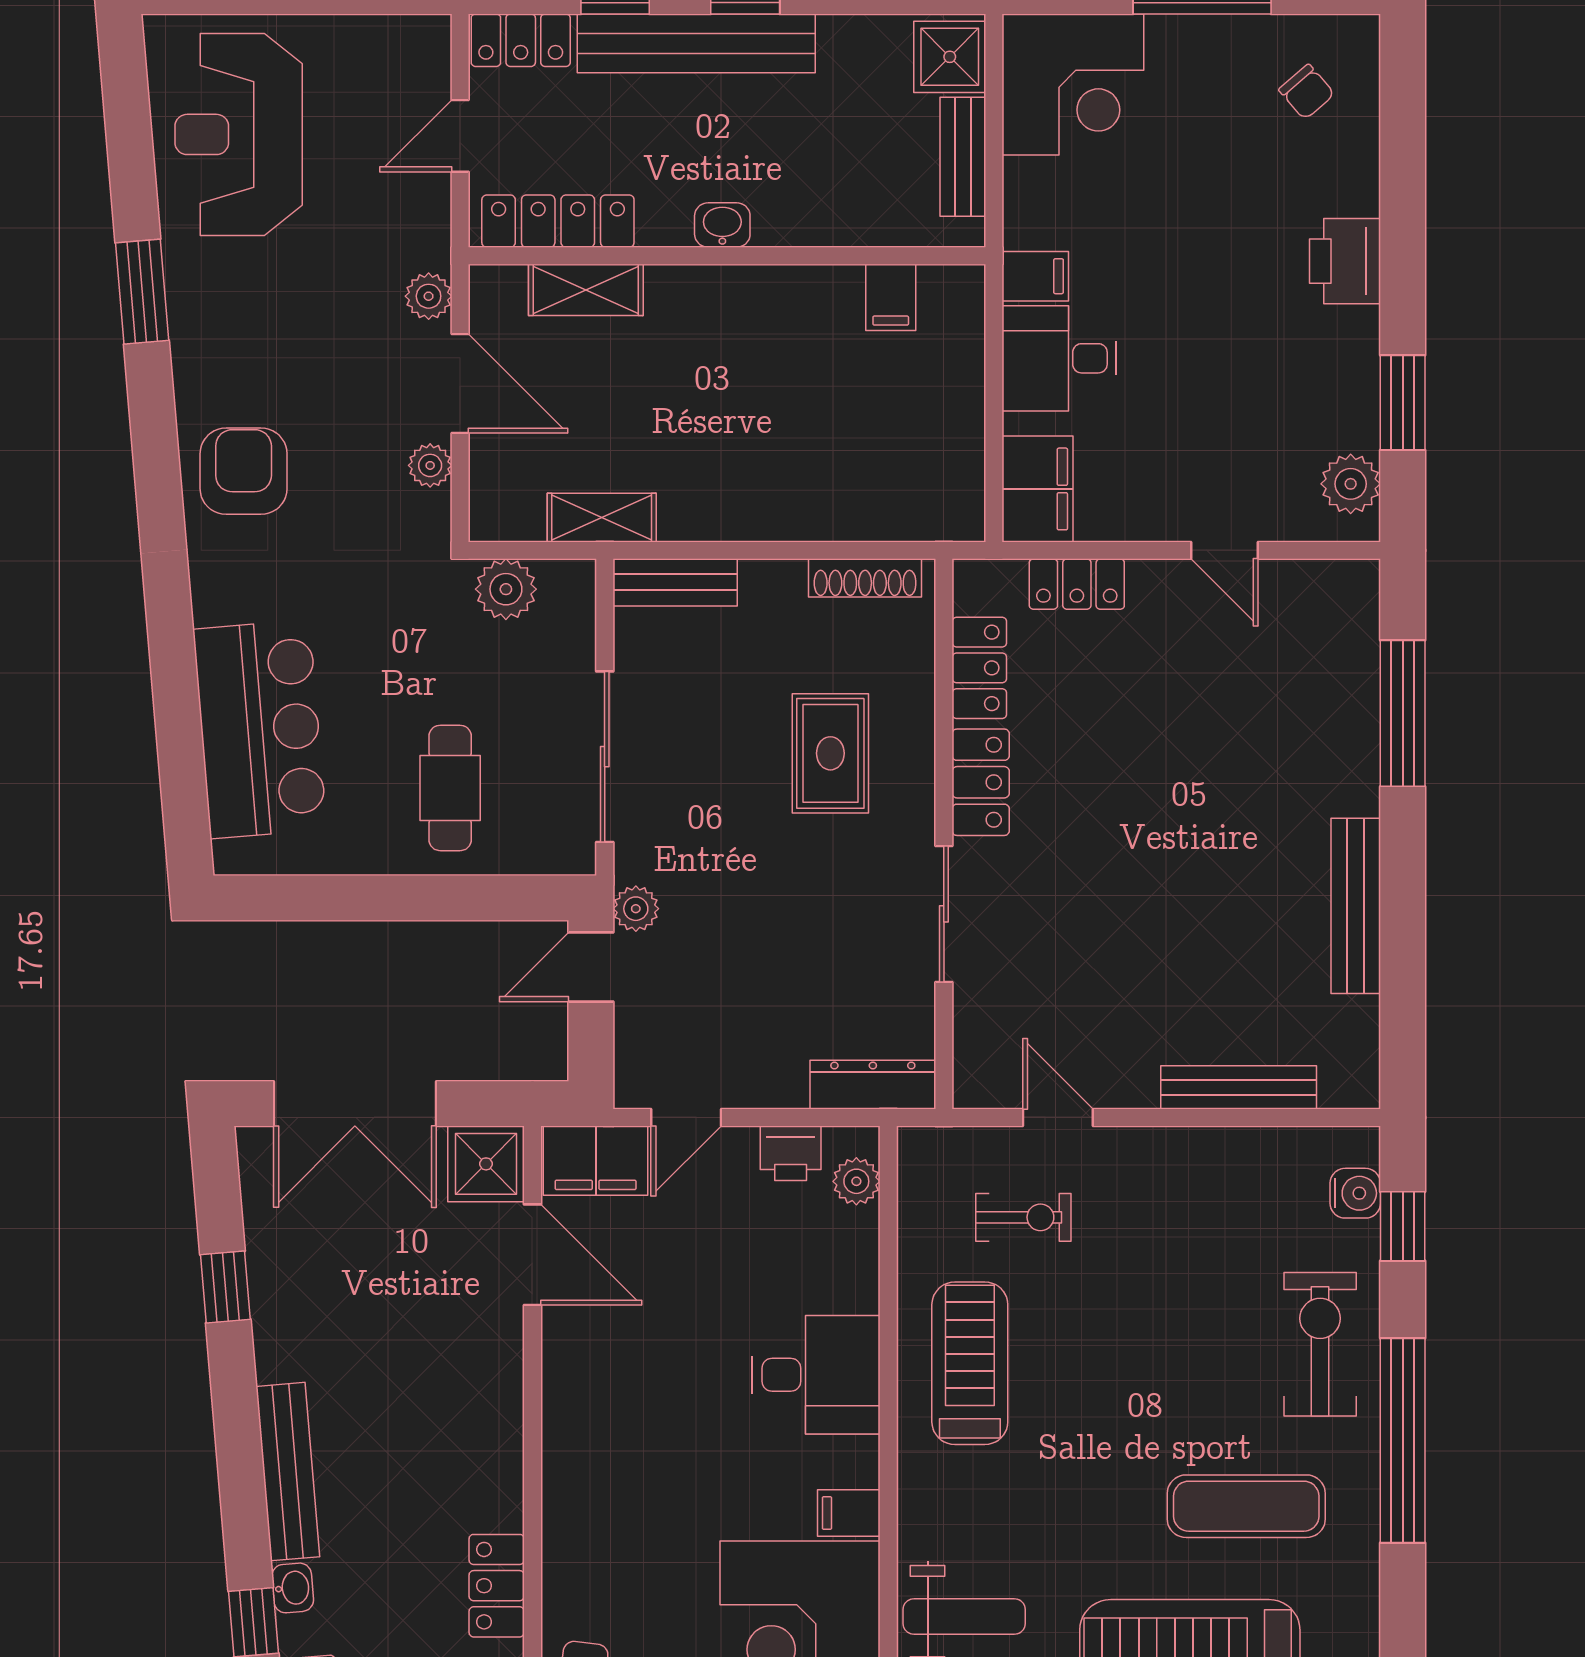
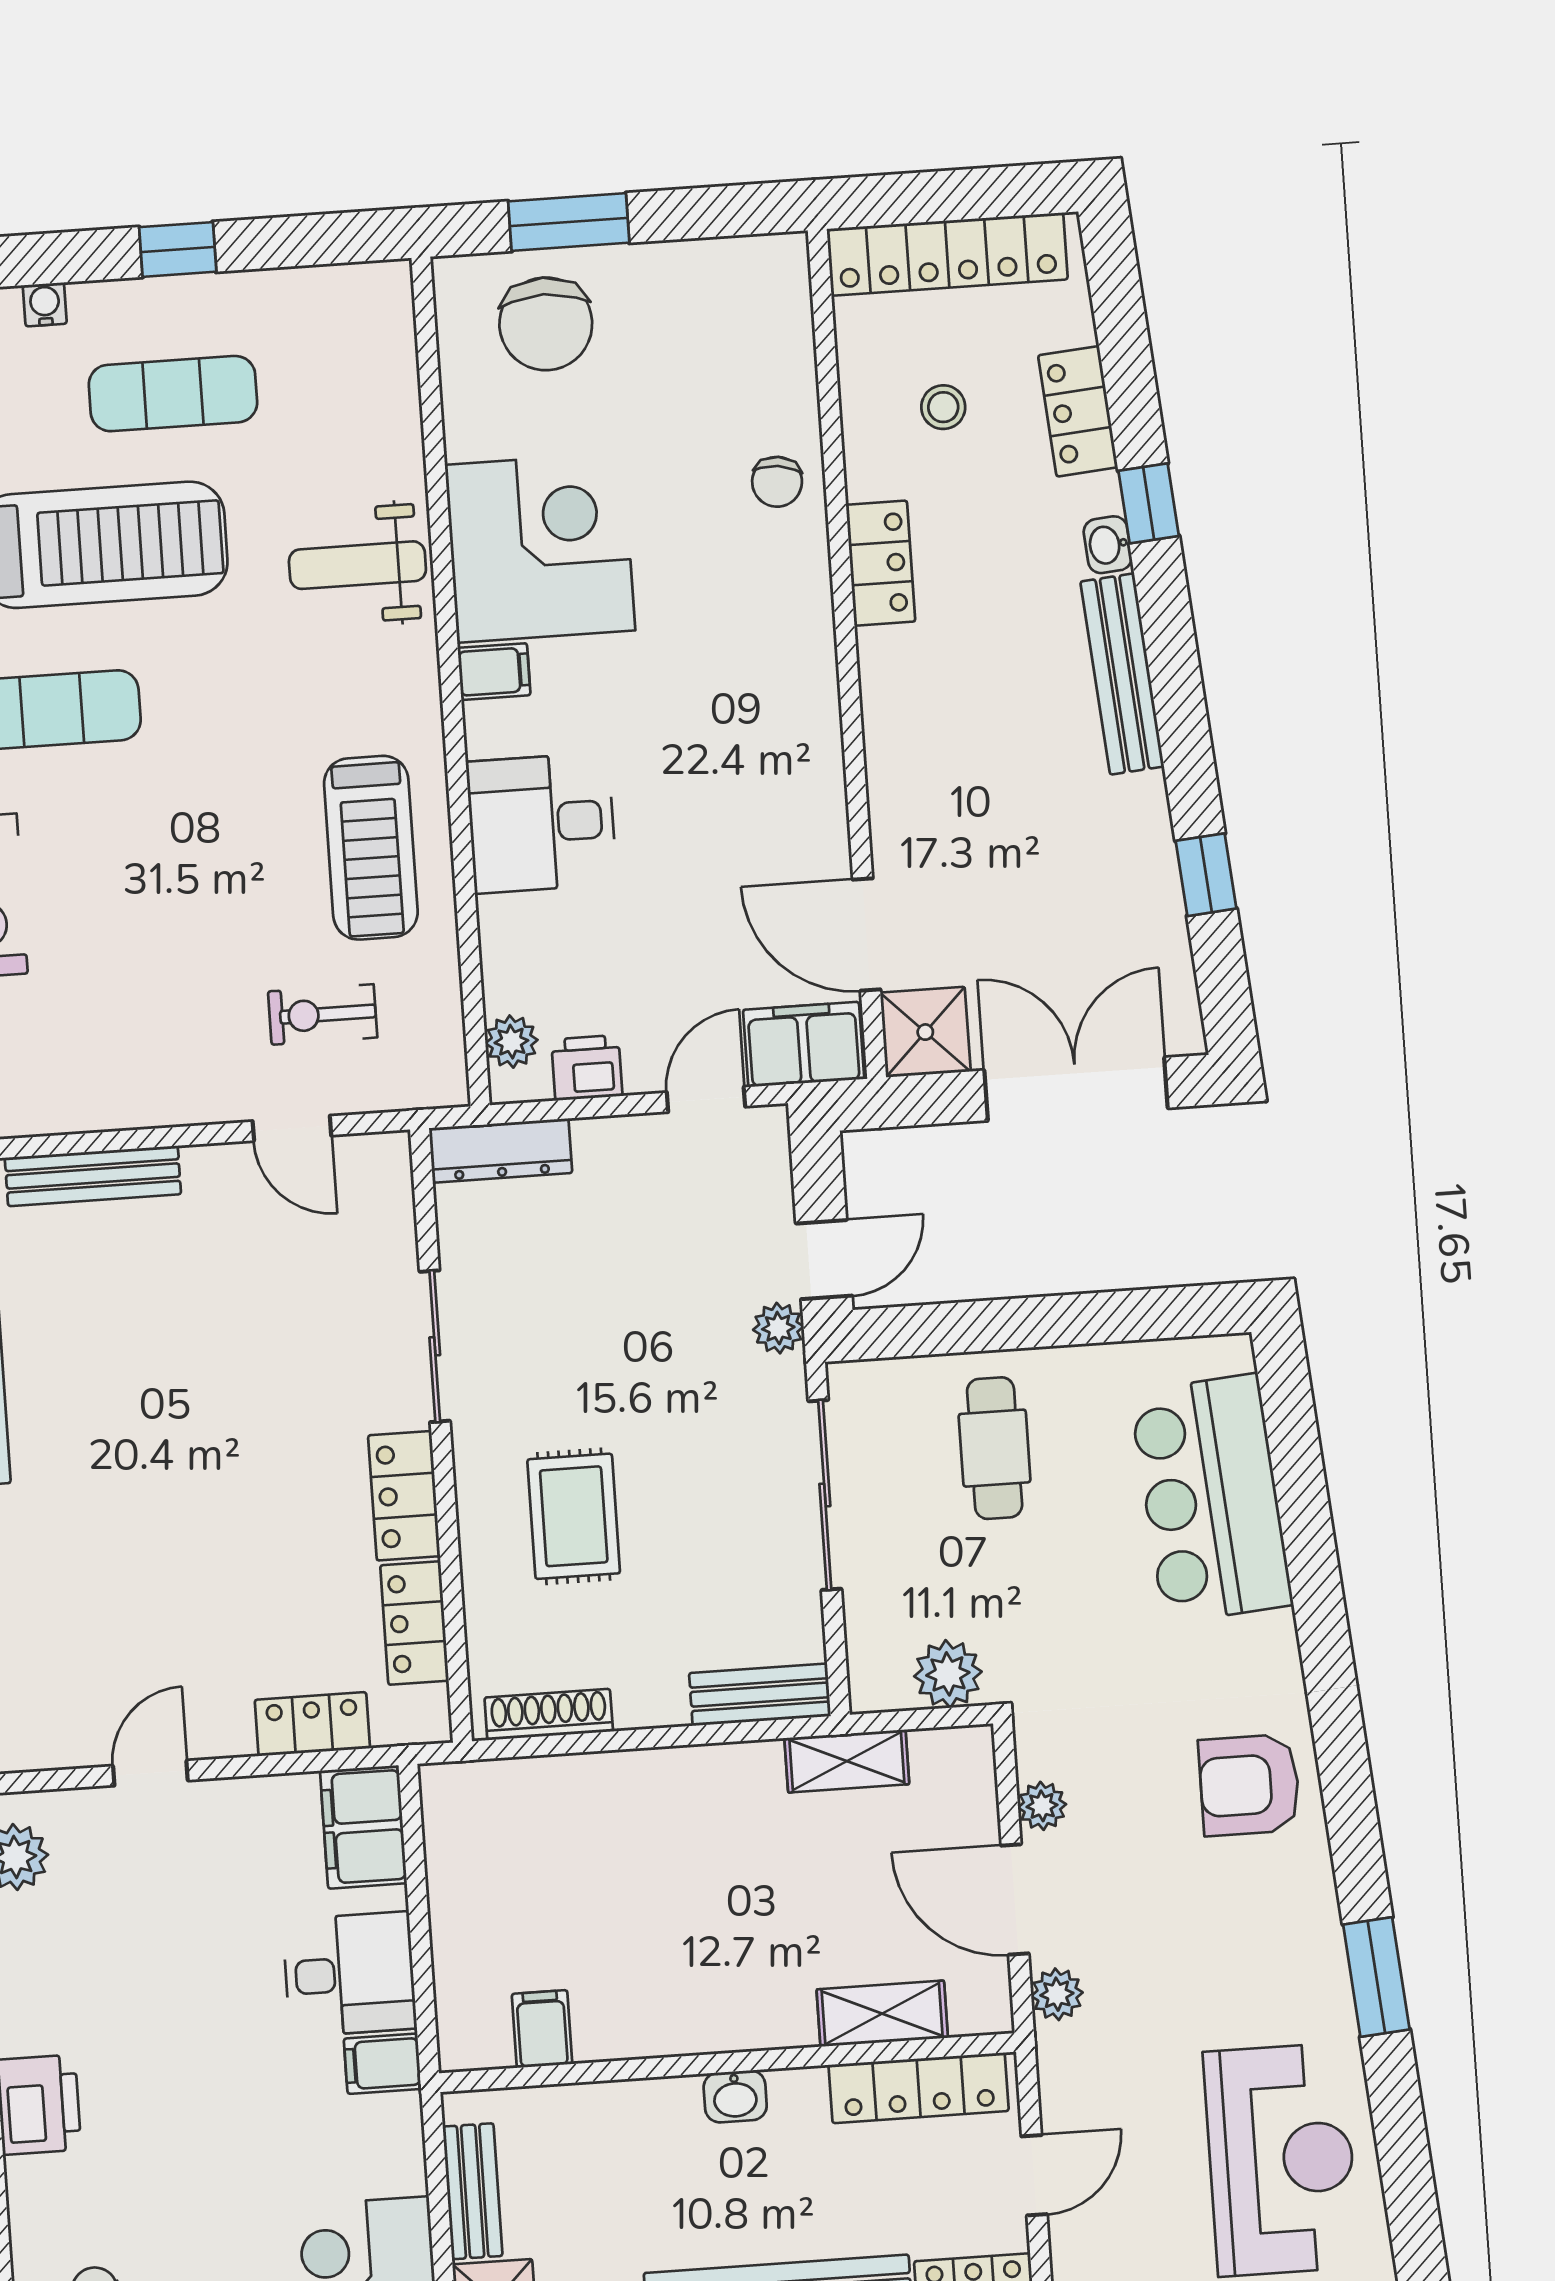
armchair: (244, 471) -> (1249, 1785), turned 90
door: (1225, 550) -> (150, 1773), hinge flipped

